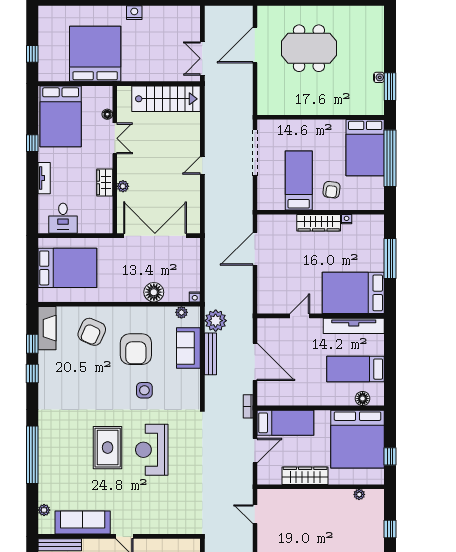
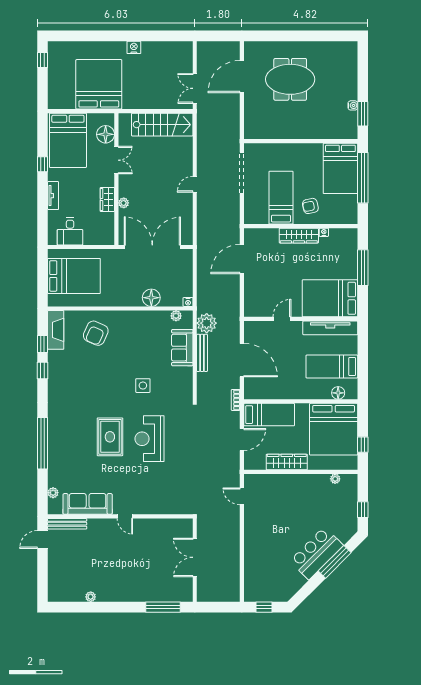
window: (32, 54) -> (42, 60), moved
floor lamp: (107, 114) -> (106, 134), width x1.89, depth x1.89
armchair: (332, 190) -> (310, 206), turned 71
armchair: (136, 349) -> (135, 349), removed

